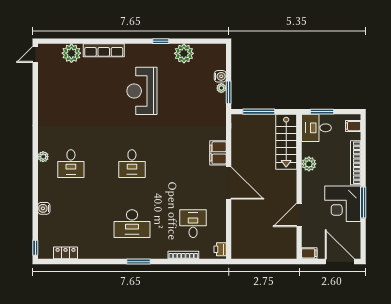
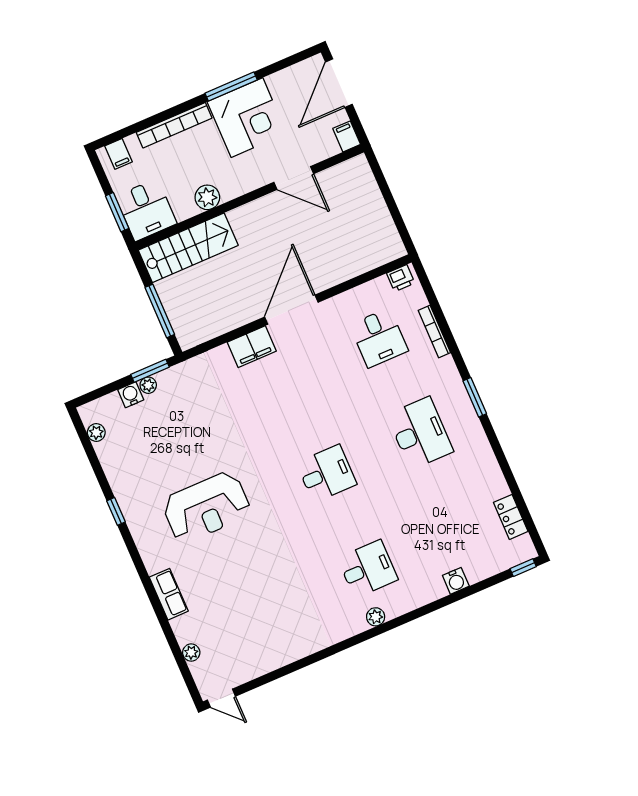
row of seats: (104, 50) -> (169, 594), width x0.68
plant: (71, 53) -> (191, 653), width x0.53, depth x0.53
plant: (184, 53) -> (96, 433), moved, width x0.53, depth x0.53
desk: (193, 224) -> (379, 338), turned -90

